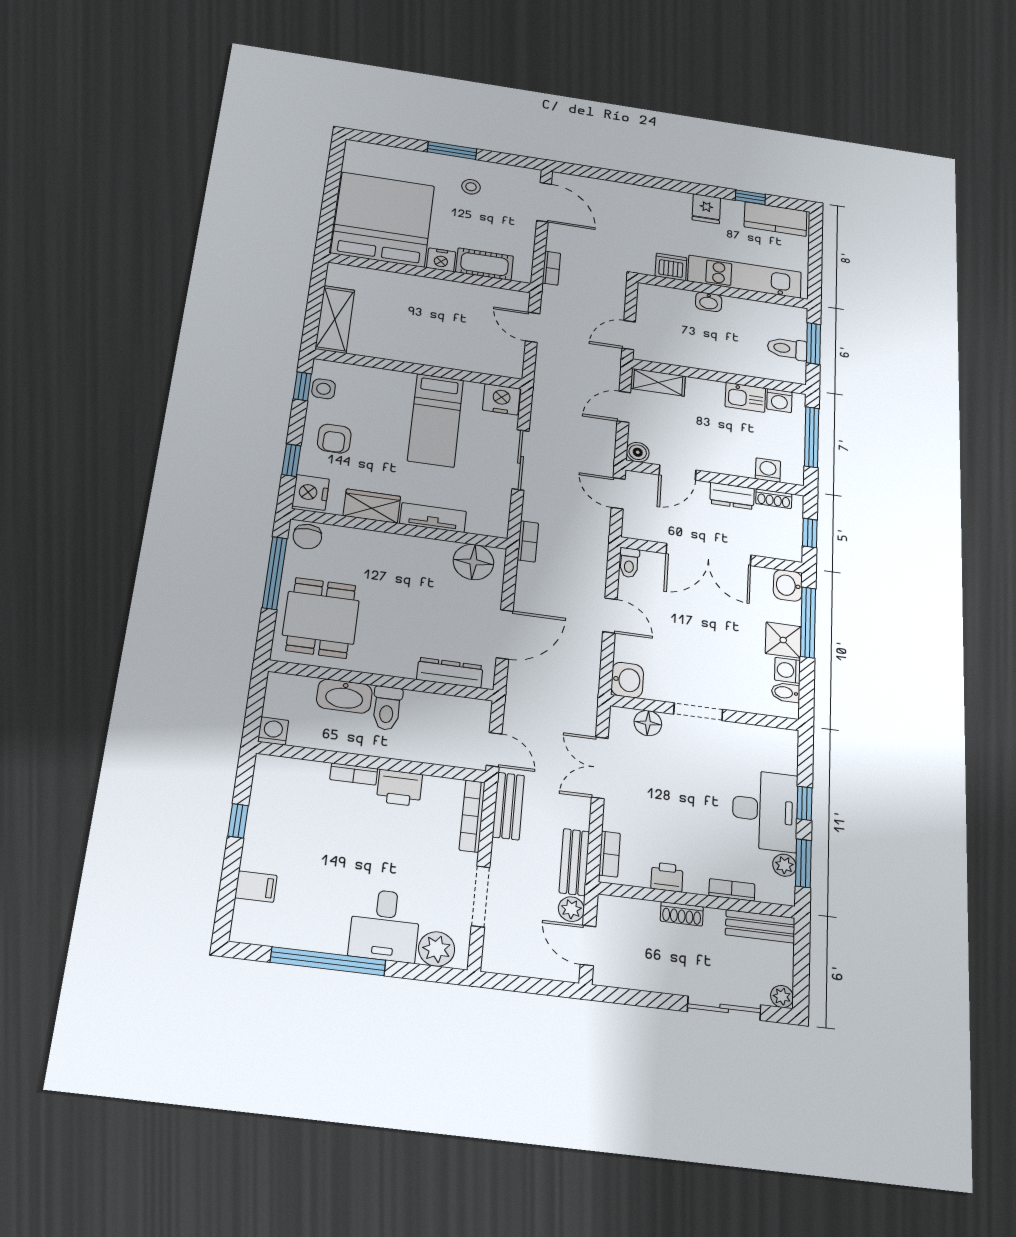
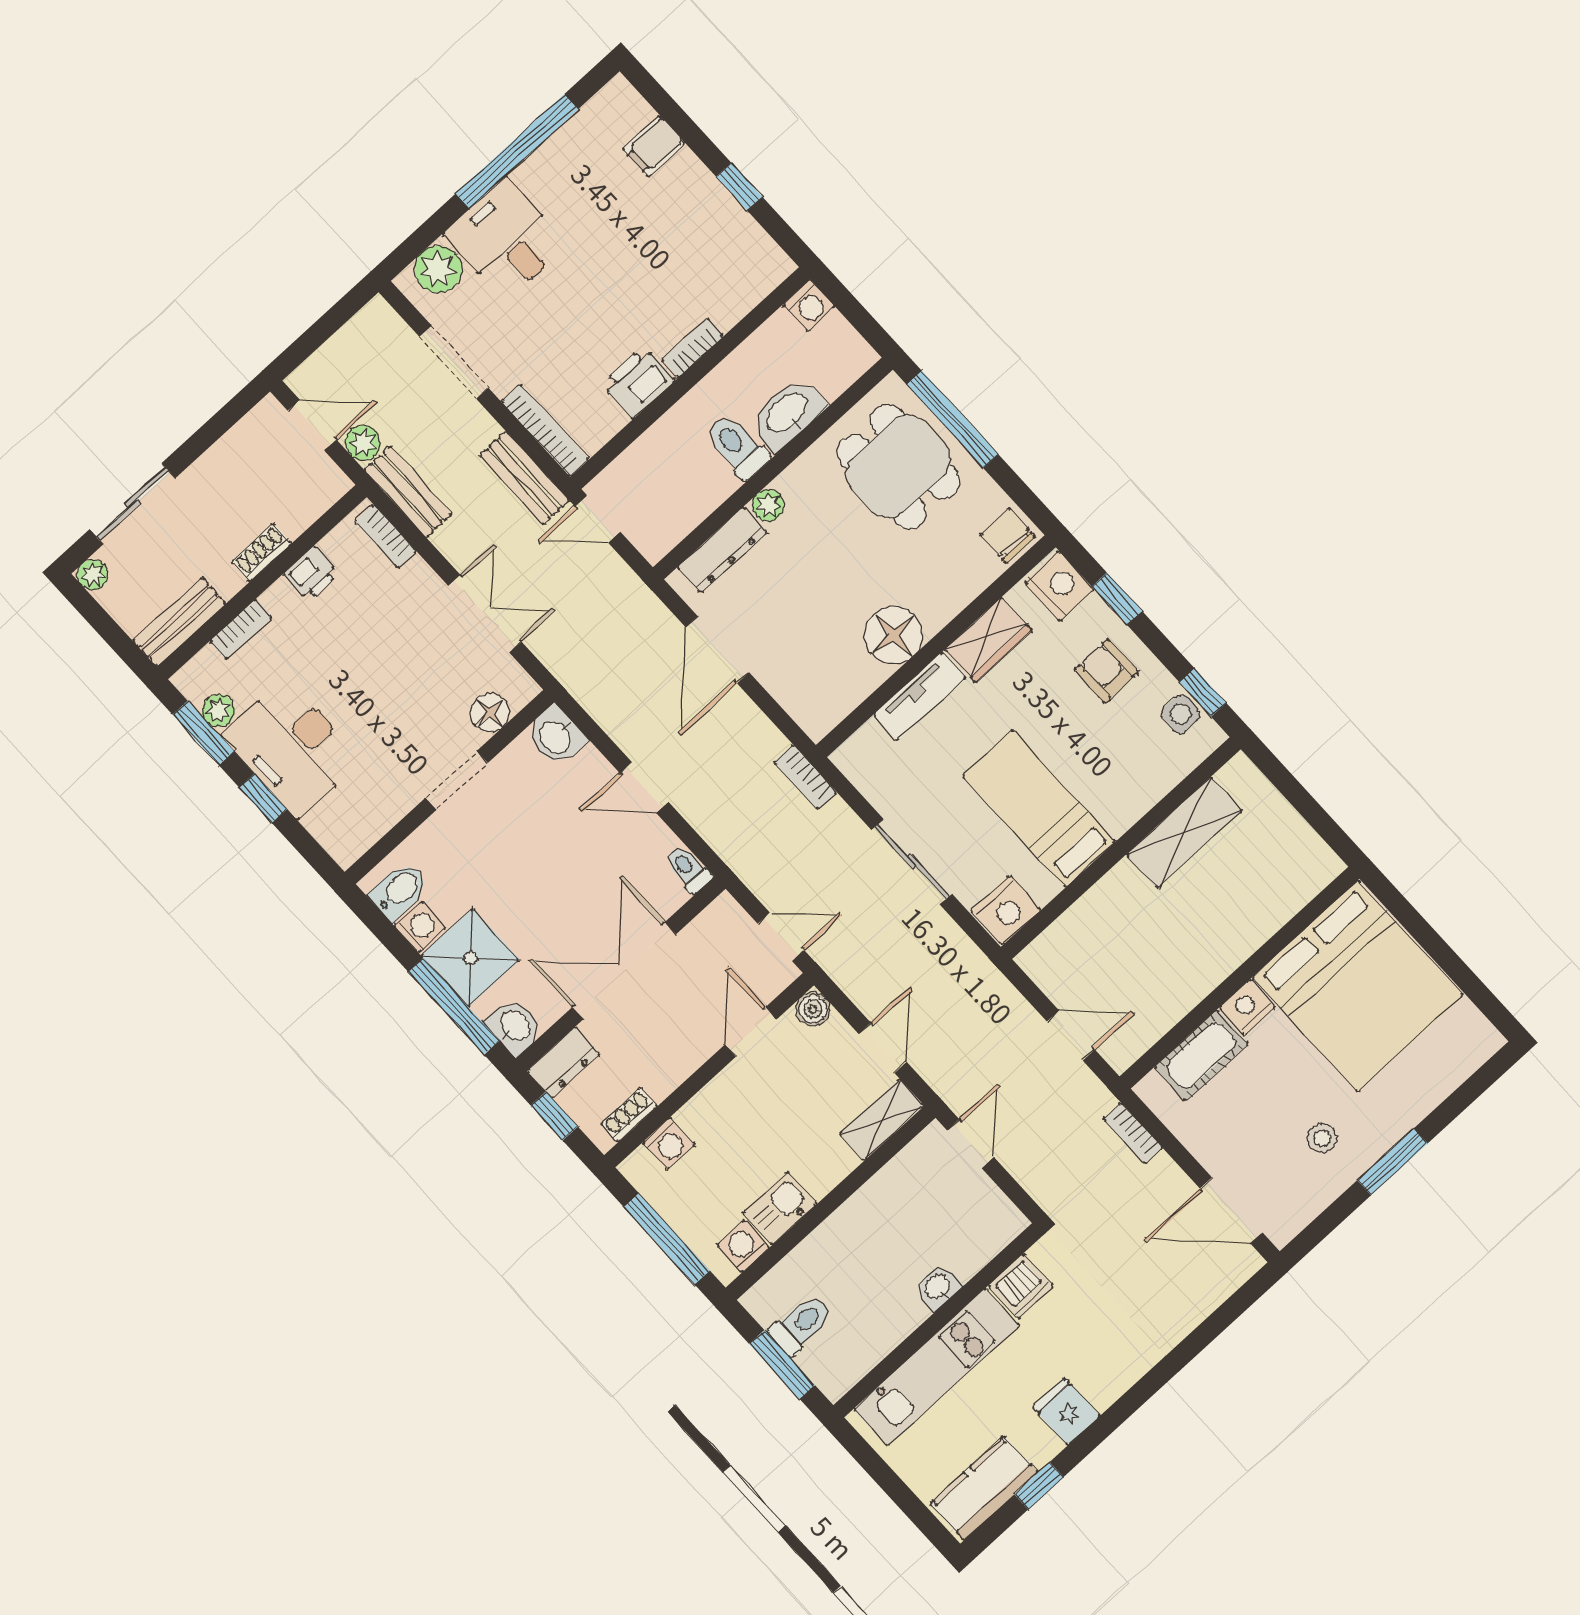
shelving: (335, 319) -> (1184, 832), moved, turned 90
dresser: (732, 496) -> (563, 1062), moved, turned 180
floor lamp: (473, 562) -> (893, 635), moved
window: (275, 573) -> (952, 419), moved
shower: (783, 640) -> (470, 958), width x1.36, depth x1.36
plant: (404, 668) -> (768, 505), added
bidet: (786, 693) -> (399, 891), width x1.38, depth x1.36

